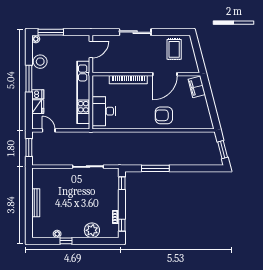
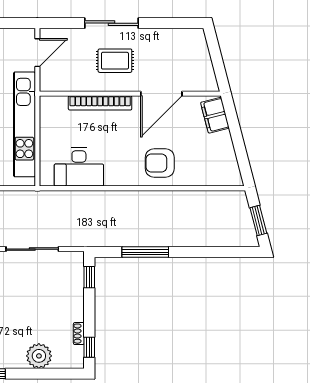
rug: (174, 49) -> (115, 61), moved, turned 90
desk: (104, 111) -> (79, 167), moved, turned -90

